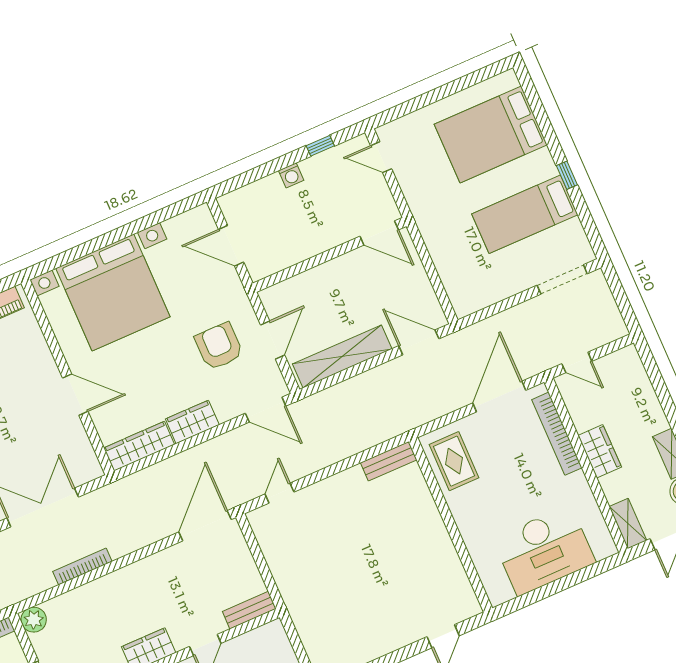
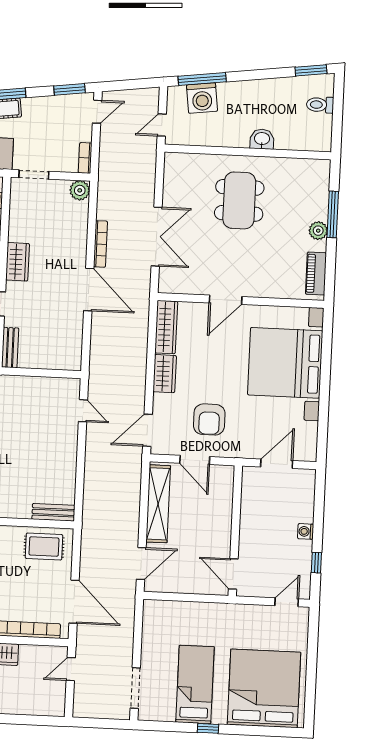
bed: (491, 134) -> (264, 688), width x1.36
door: (379, 233) -> (233, 574), hinge flipped
armchair: (219, 346) -> (209, 419), turned 90
bench: (389, 461) -> (53, 512), moved, turned 90
door: (205, 526) -> (89, 290), moved

